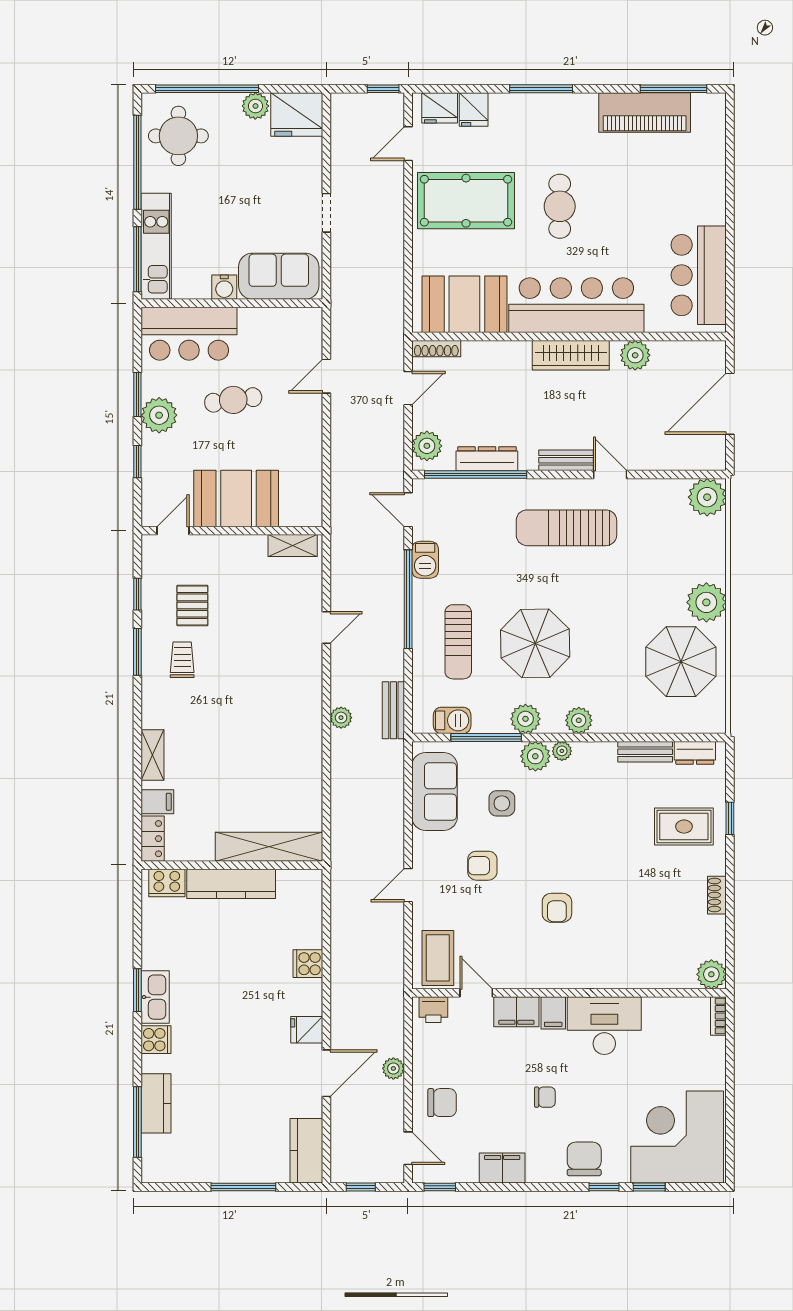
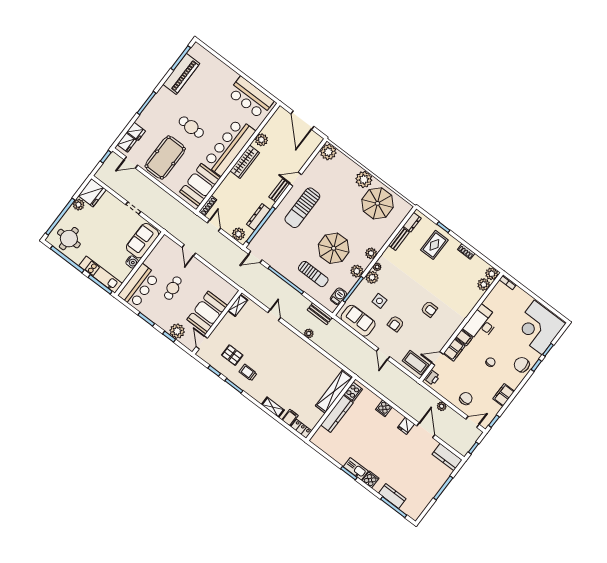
door: (408, 144) -> (131, 162), hinge flipped
plant: (159, 415) -> (177, 331), moved
barbecue: (425, 560) -> (277, 264), removed
cooker: (167, 883) -> (353, 392), moved
plant: (680, 974) -> (484, 284), added

